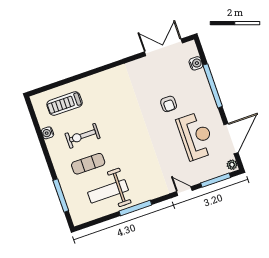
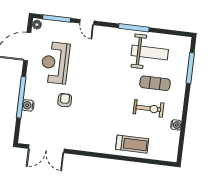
water cooler: (196, 63) -> (28, 105), moved
treadmill: (65, 104) -> (132, 144), moved

